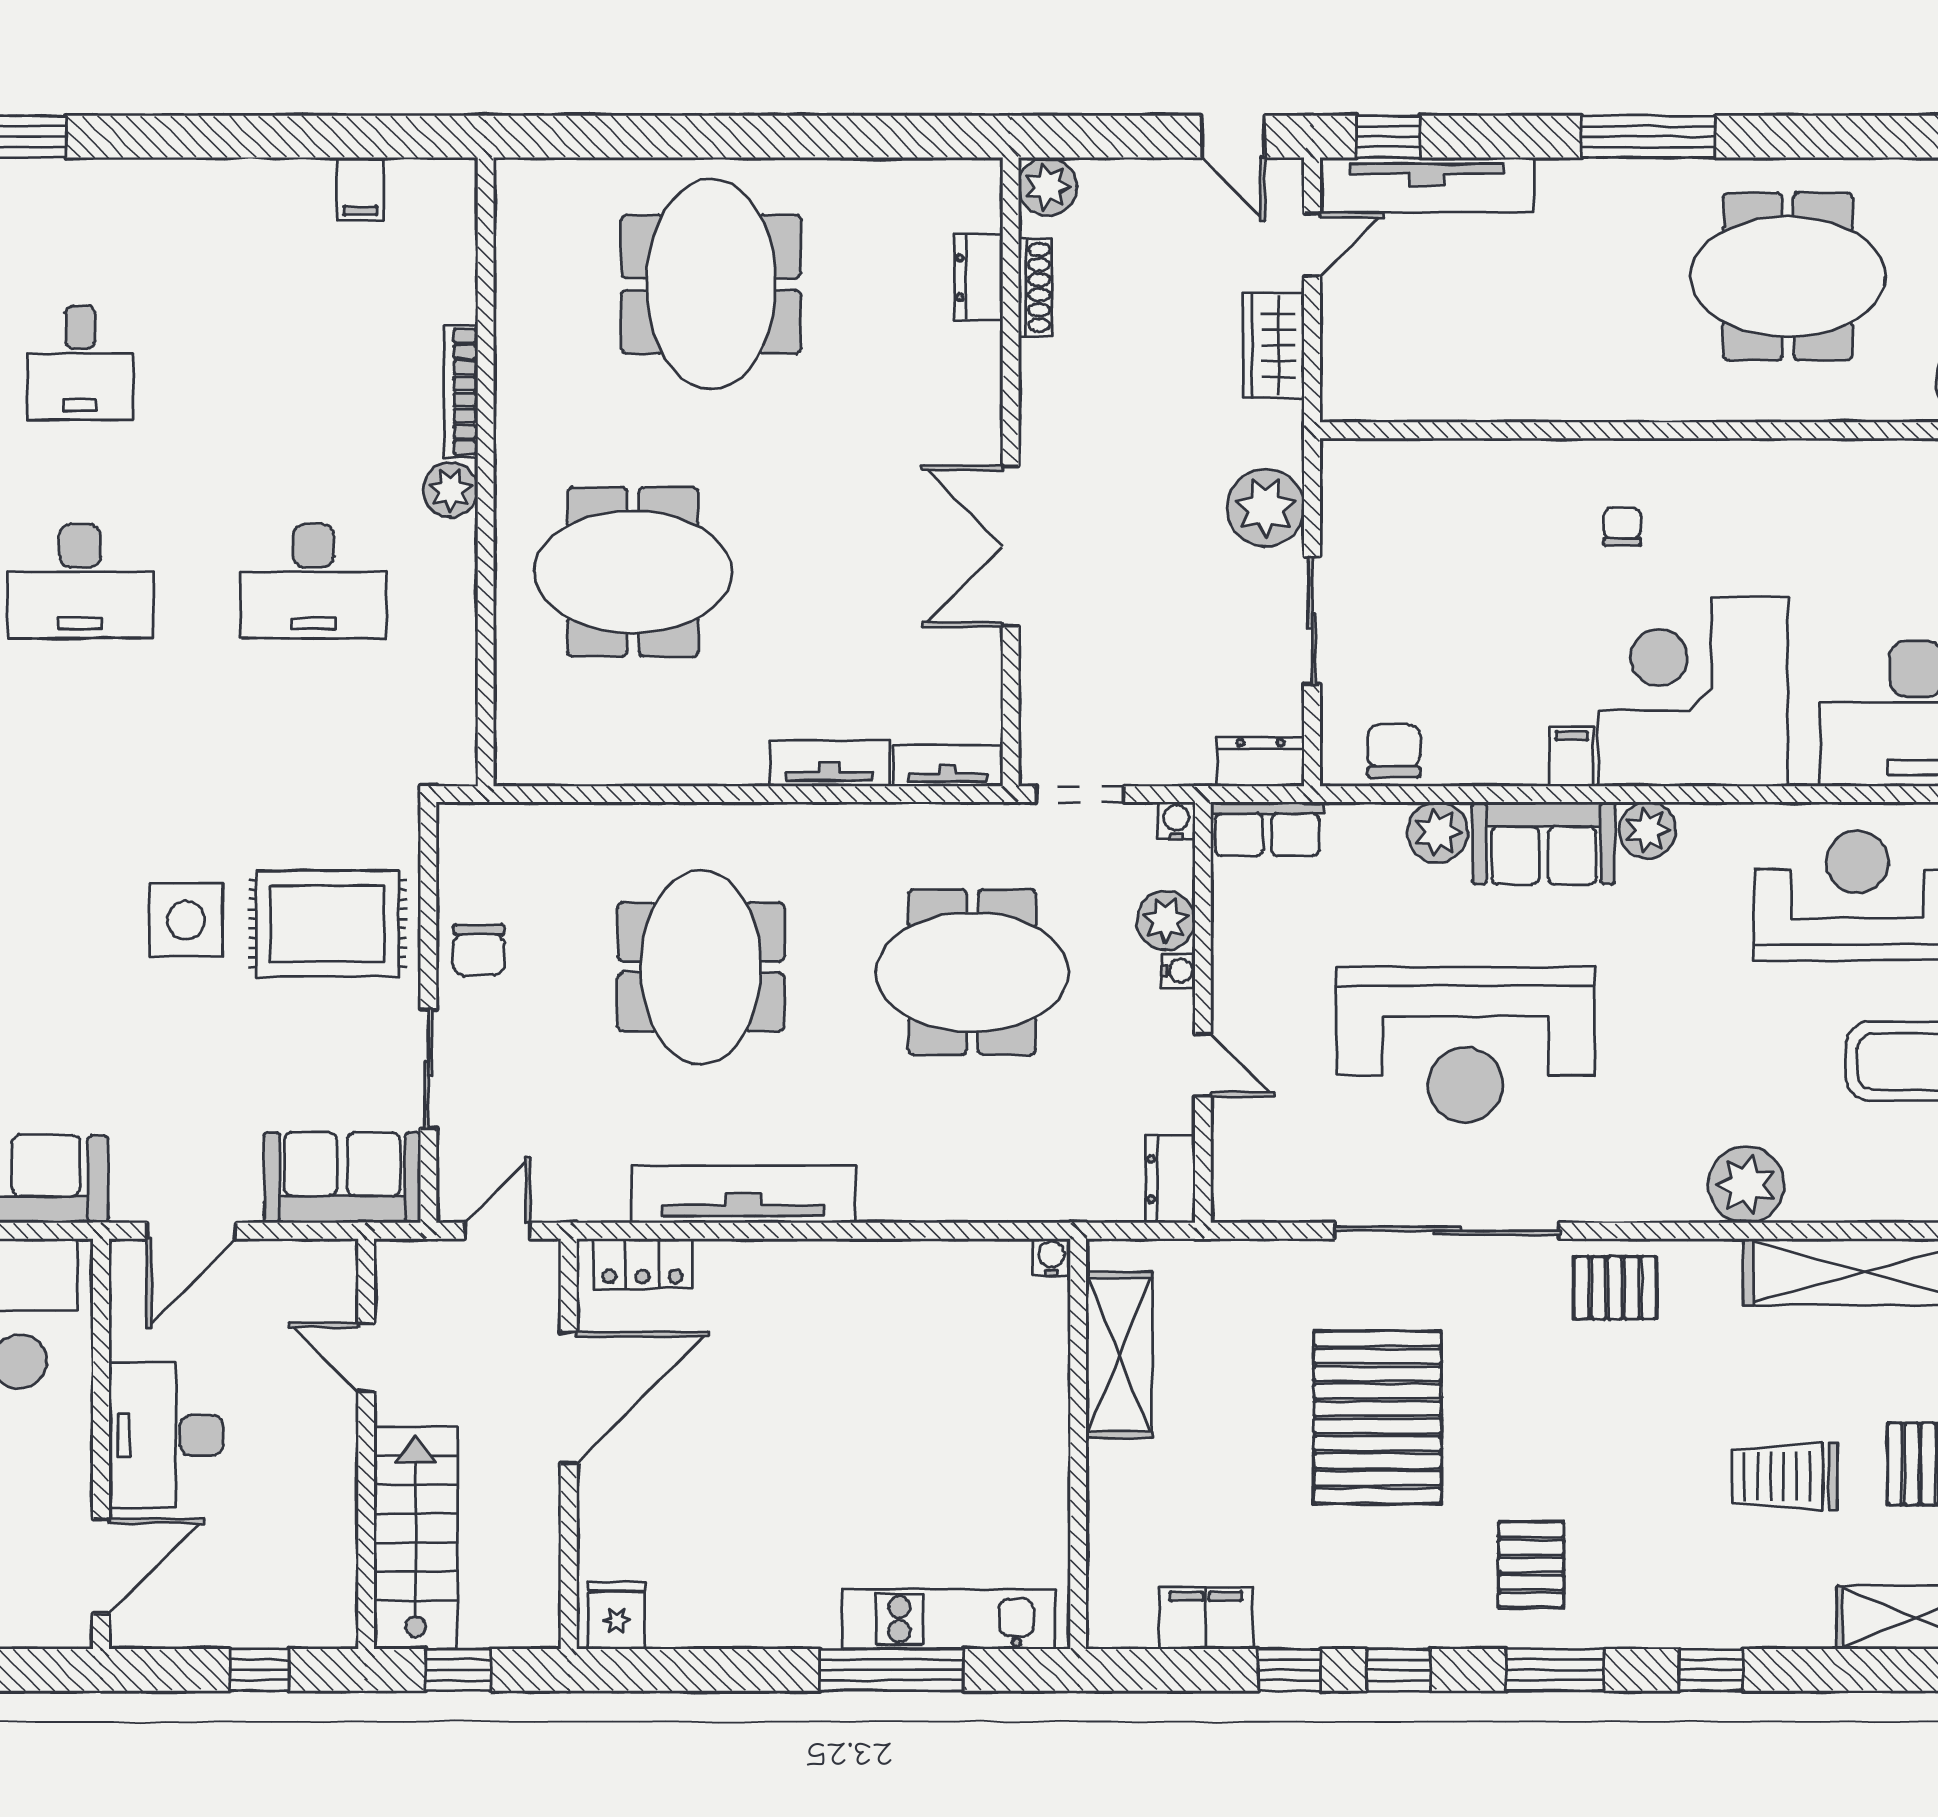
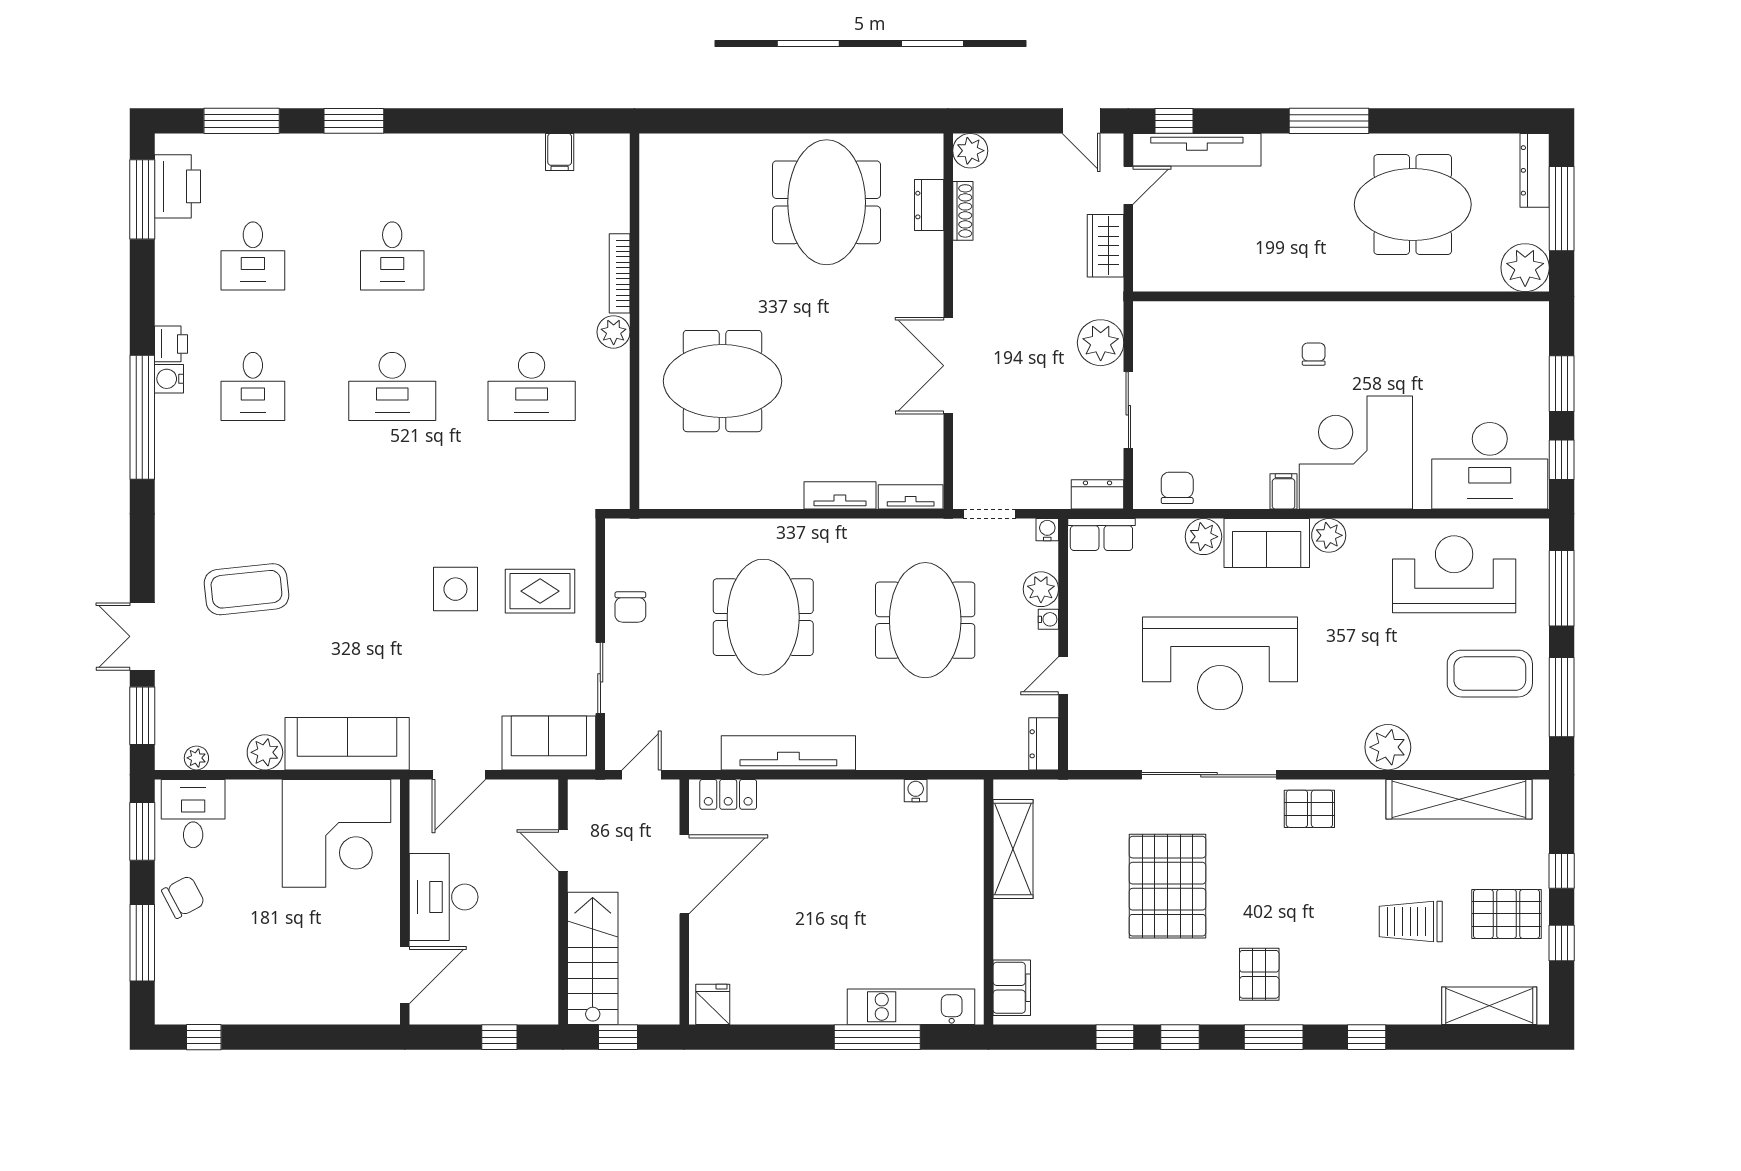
meeting table: (711, 284) -> (827, 202), moved
rug: (328, 924) -> (540, 591), width x0.73, depth x0.70
meeting table: (972, 972) -> (925, 620), turned 90
door: (1203, 1065) -> (1063, 676), swing flipped
water cooler: (1052, 1257) -> (916, 791), moved
filing cabinet: (1206, 1618) -> (1012, 988), moved, turned 90

